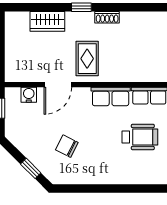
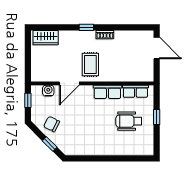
wardrobe: (47, 21) -> (46, 38), moved
wheelchair: (140, 137) -> (129, 121), turned 180
chair: (67, 146) -> (52, 124), moved

